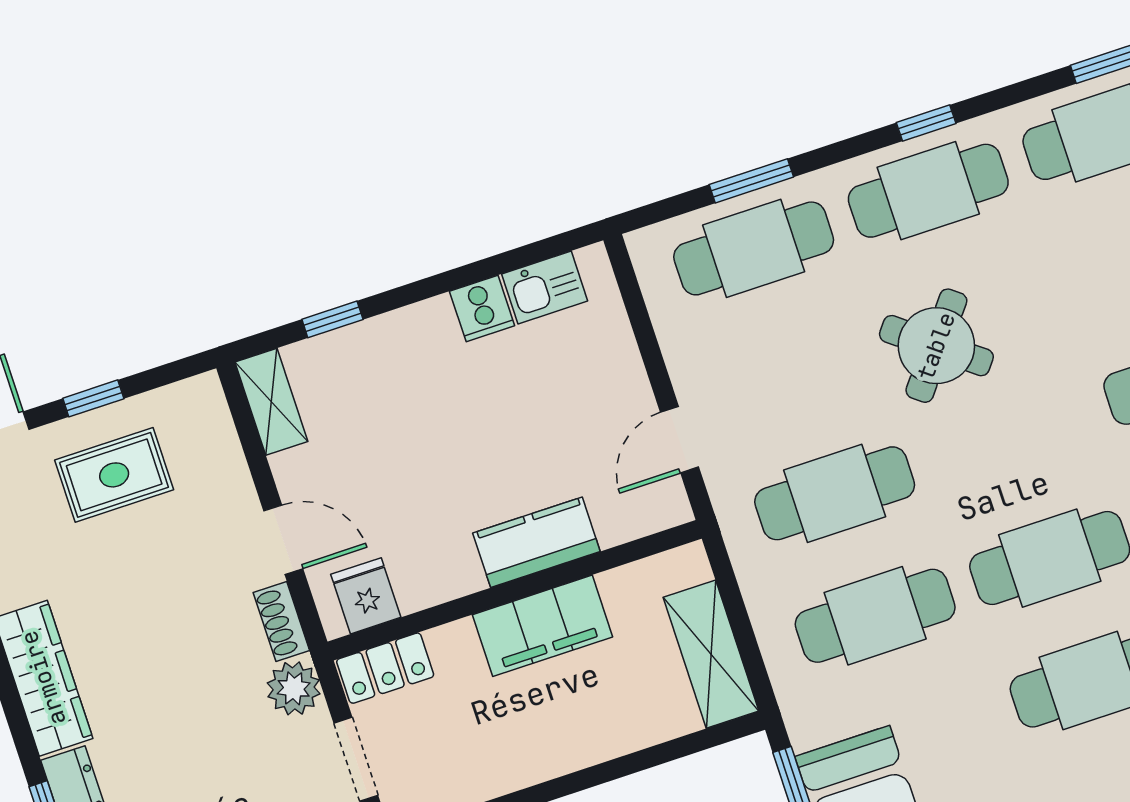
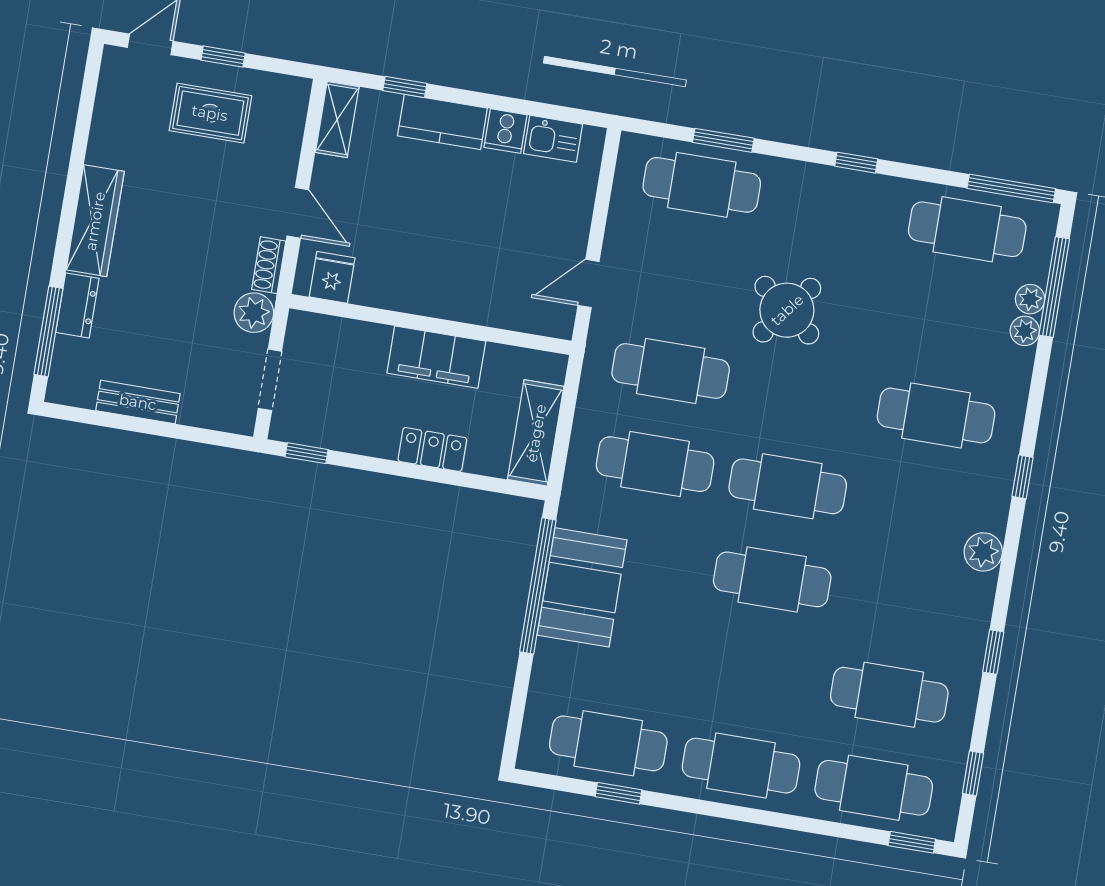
cafe table: (928, 191) -> (834, 207), removed
kitchen counter: (536, 542) -> (442, 122), moved, turned 180
locker: (385, 668) -> (432, 449), moved, turned 180

